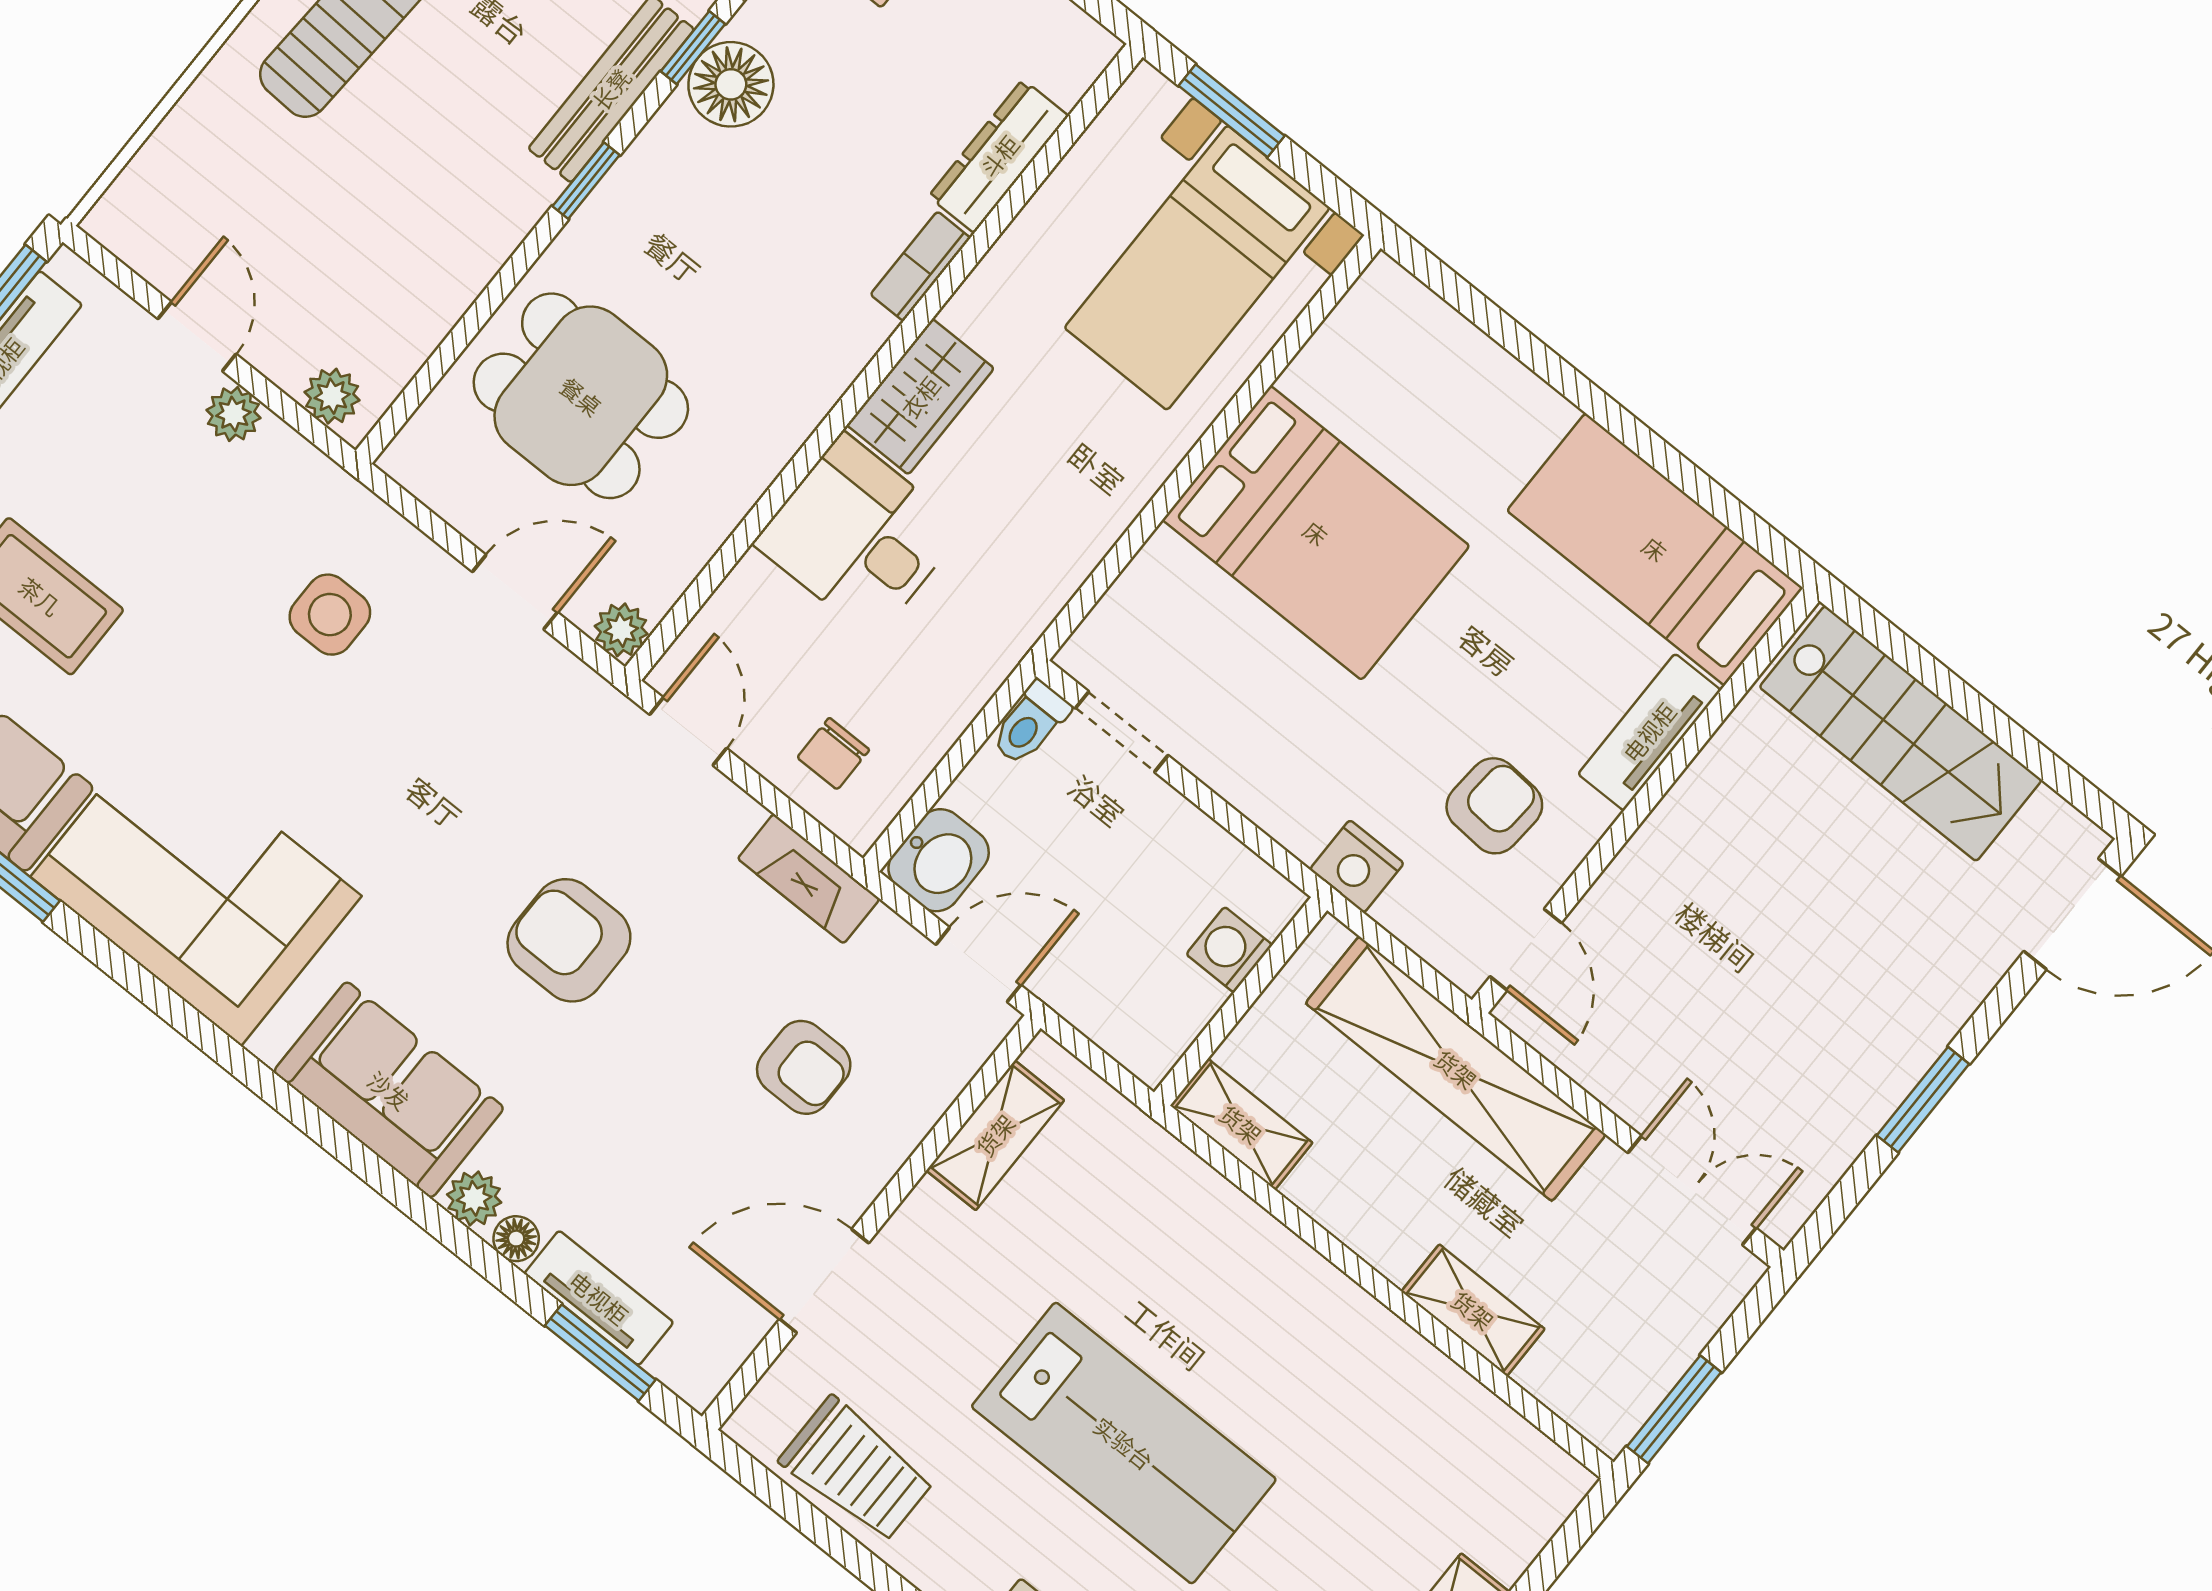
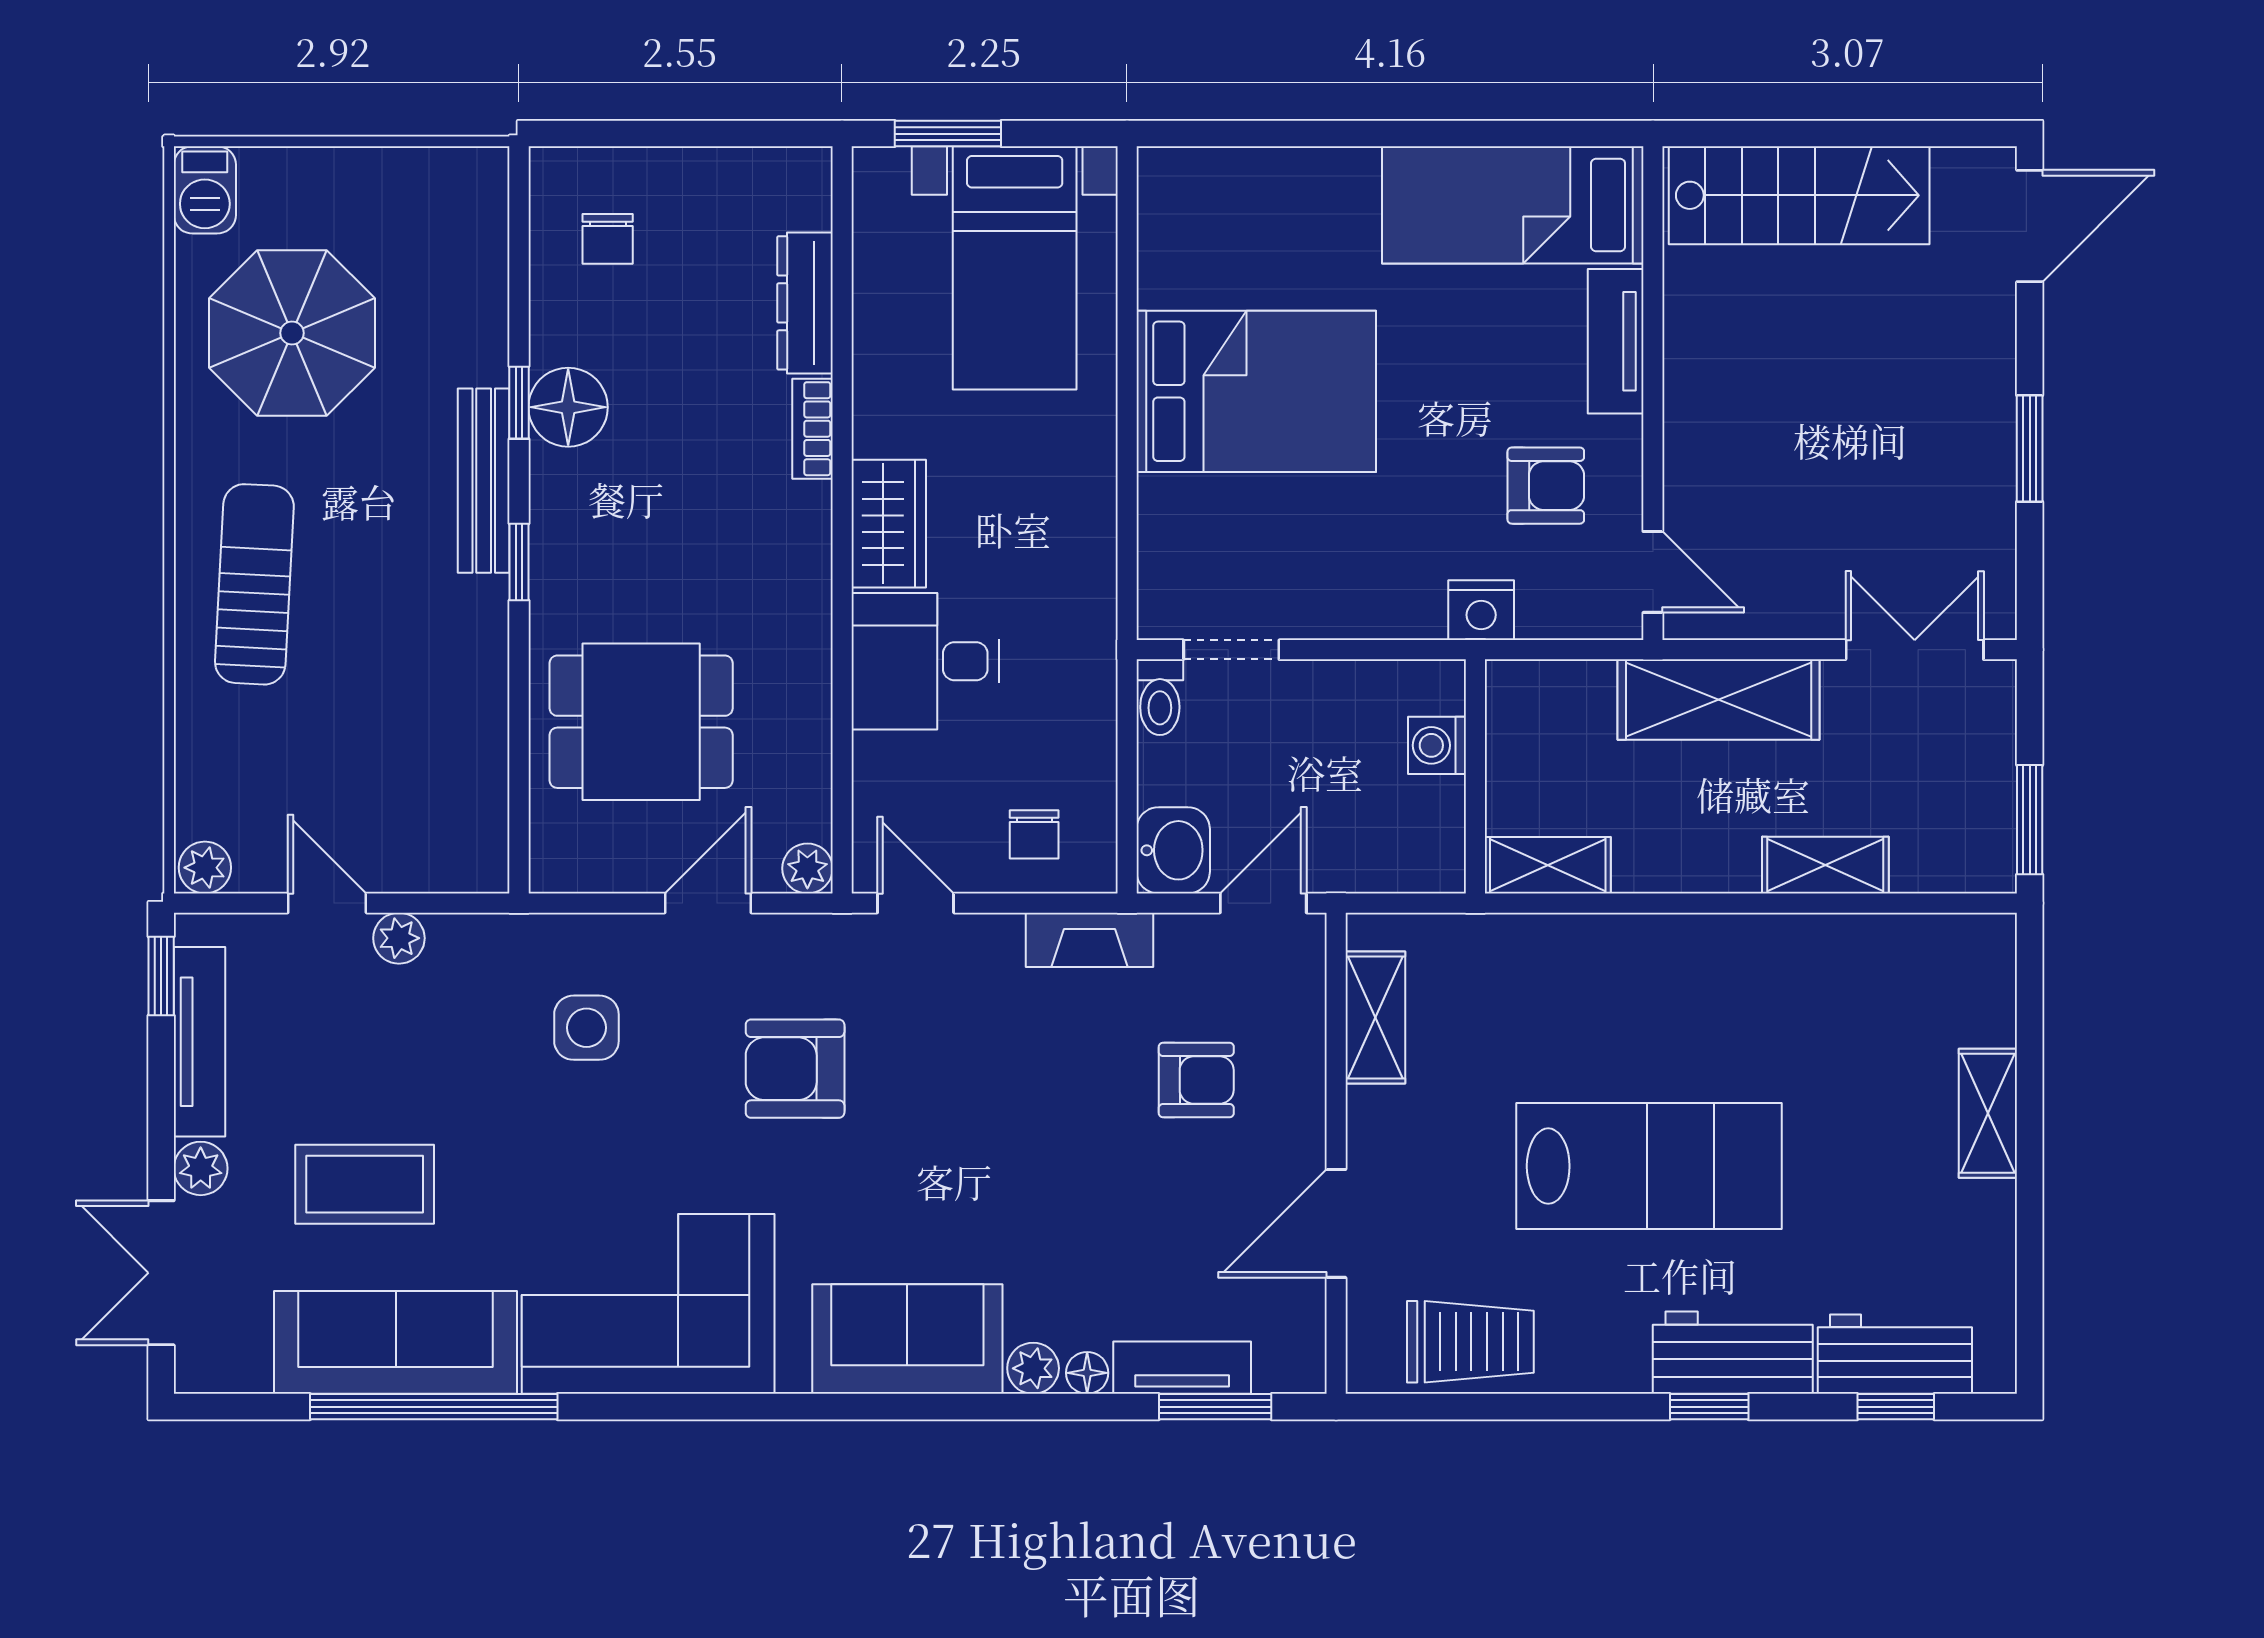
plant: (332, 396) -> (205, 868), moved
armchair: (1494, 806) -> (1546, 486), turned 86
armchair: (569, 940) -> (795, 1069), moved
shelving: (1456, 1069) -> (1719, 700), width x0.68

